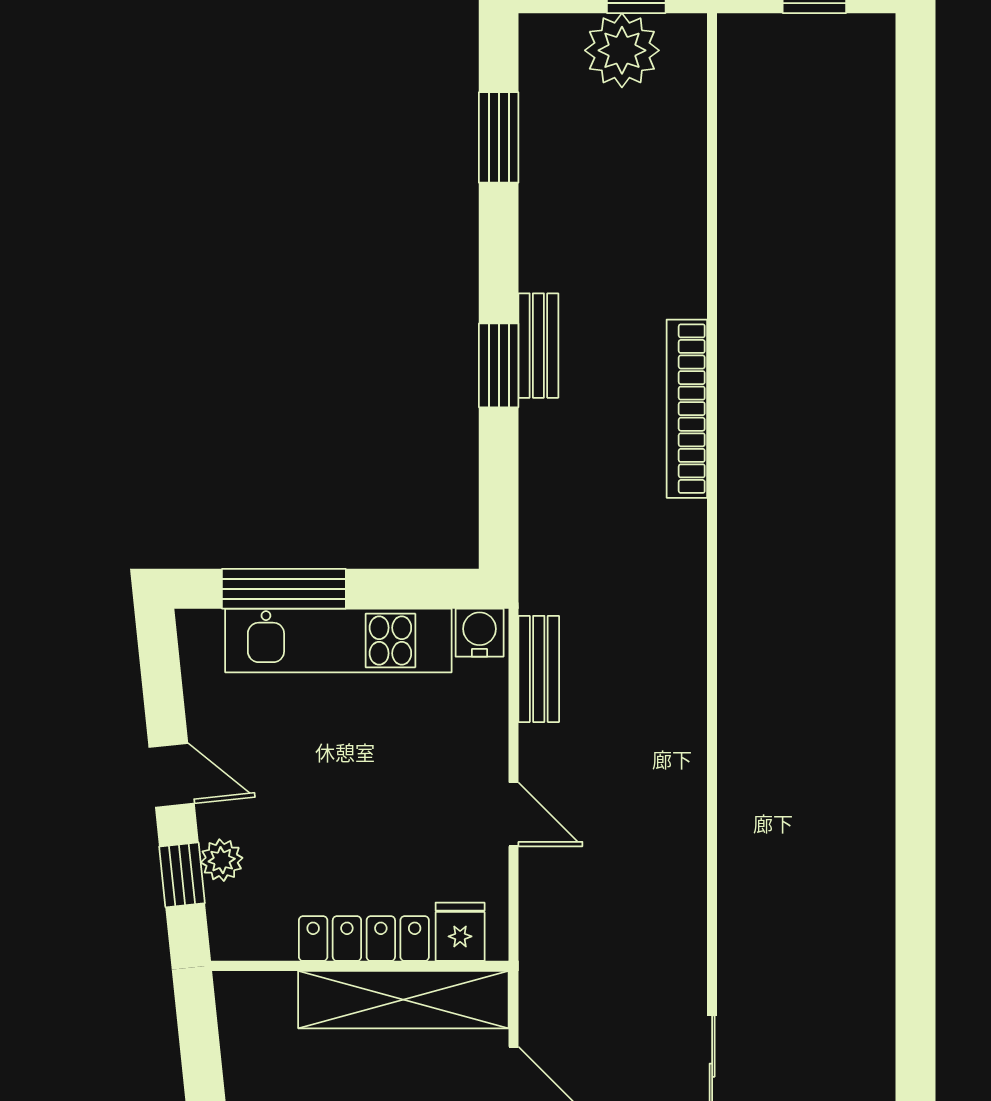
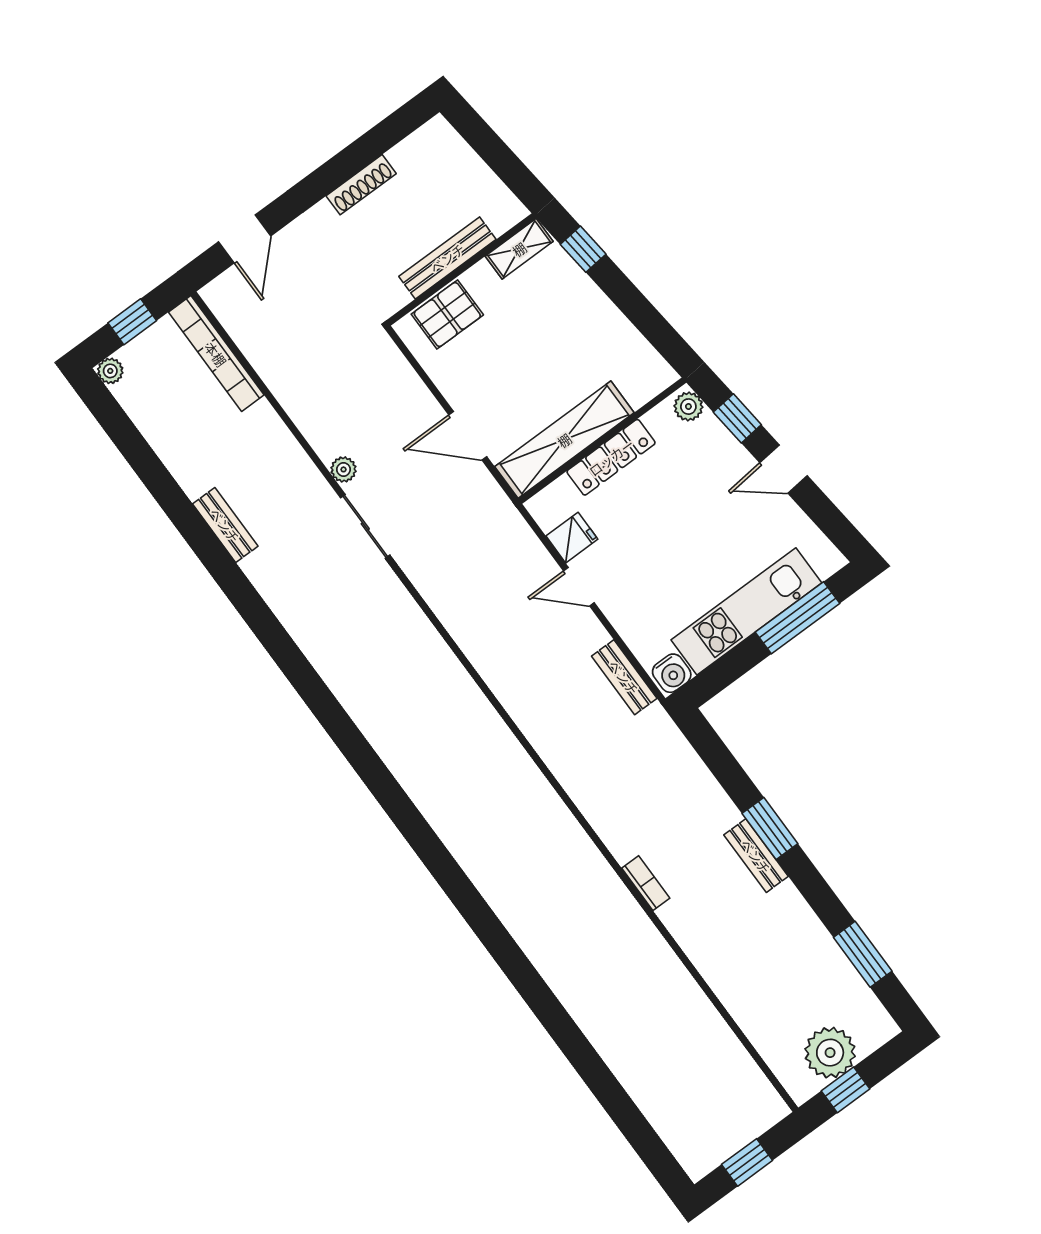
bookcase: (687, 409) -> (646, 883), width x0.43, depth x0.76
plant: (222, 860) -> (688, 407), moved
fridge: (460, 932) -> (572, 538), moved, turned -90

